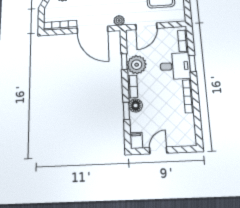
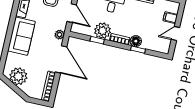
door: (92, 30) -> (61, 59), hinge flipped
filing cabinet: (136, 140) -> (170, 18), moved
door: (158, 150) -> (175, 34), hinge flipped

